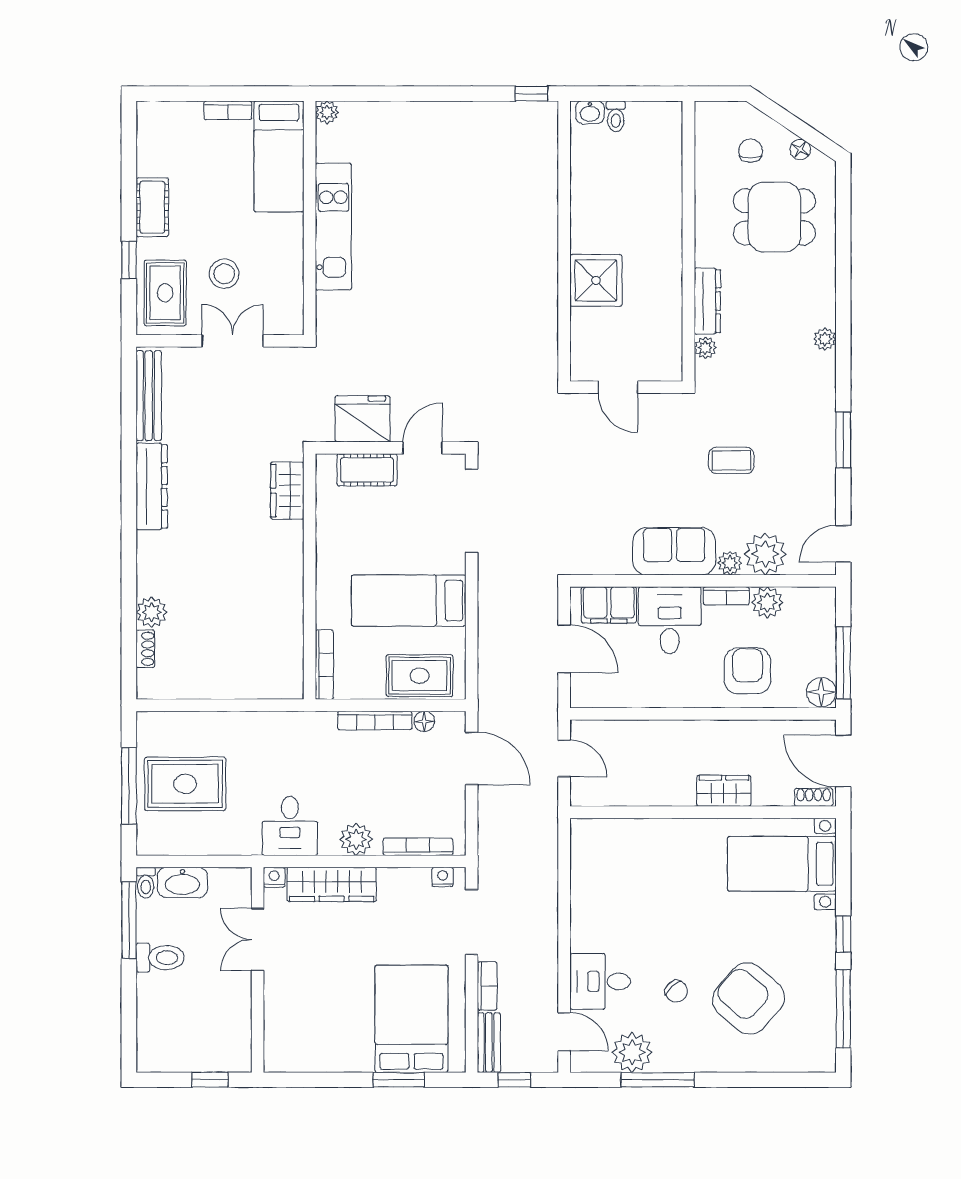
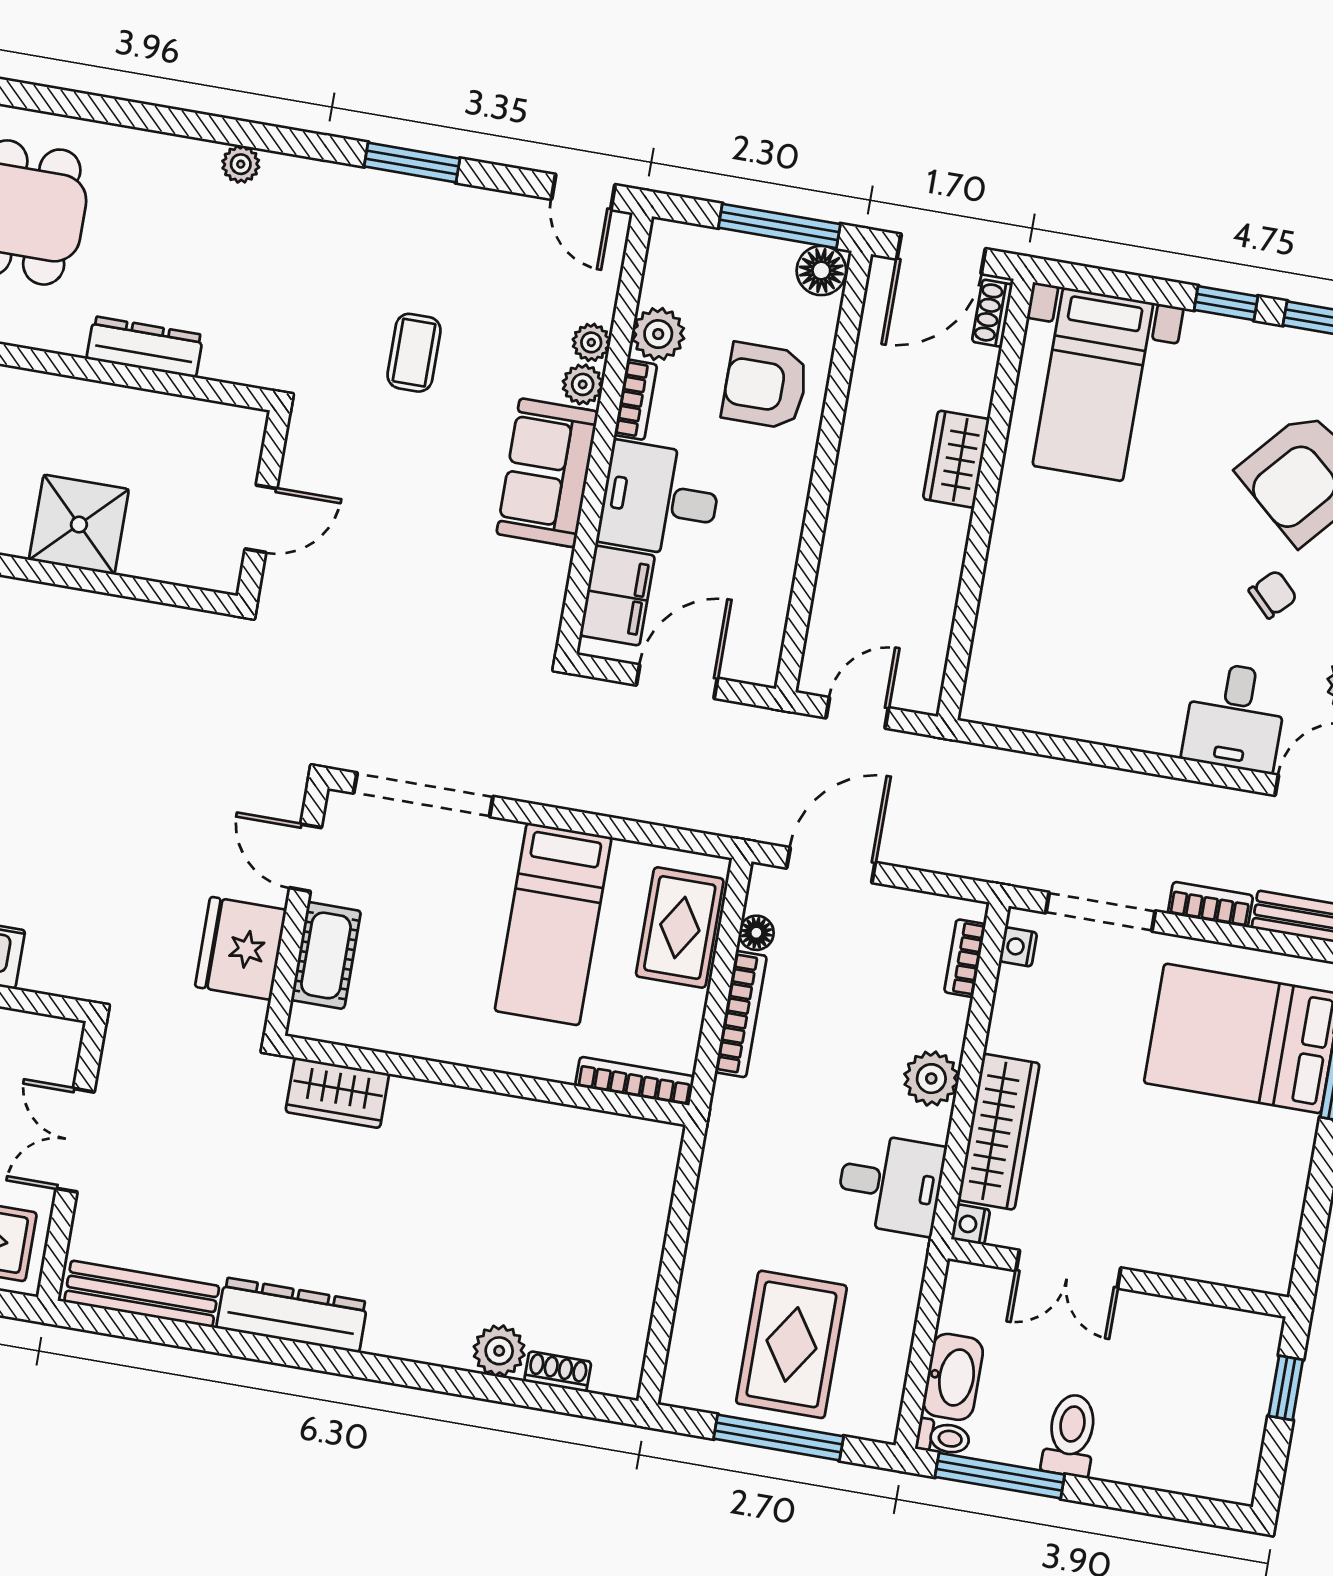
plant: (705, 348) -> (221, 363), removed
plant: (765, 554) -> (591, 342), width x0.53, depth x0.53
bookcase: (418, 847) -> (965, 958), width x0.64

